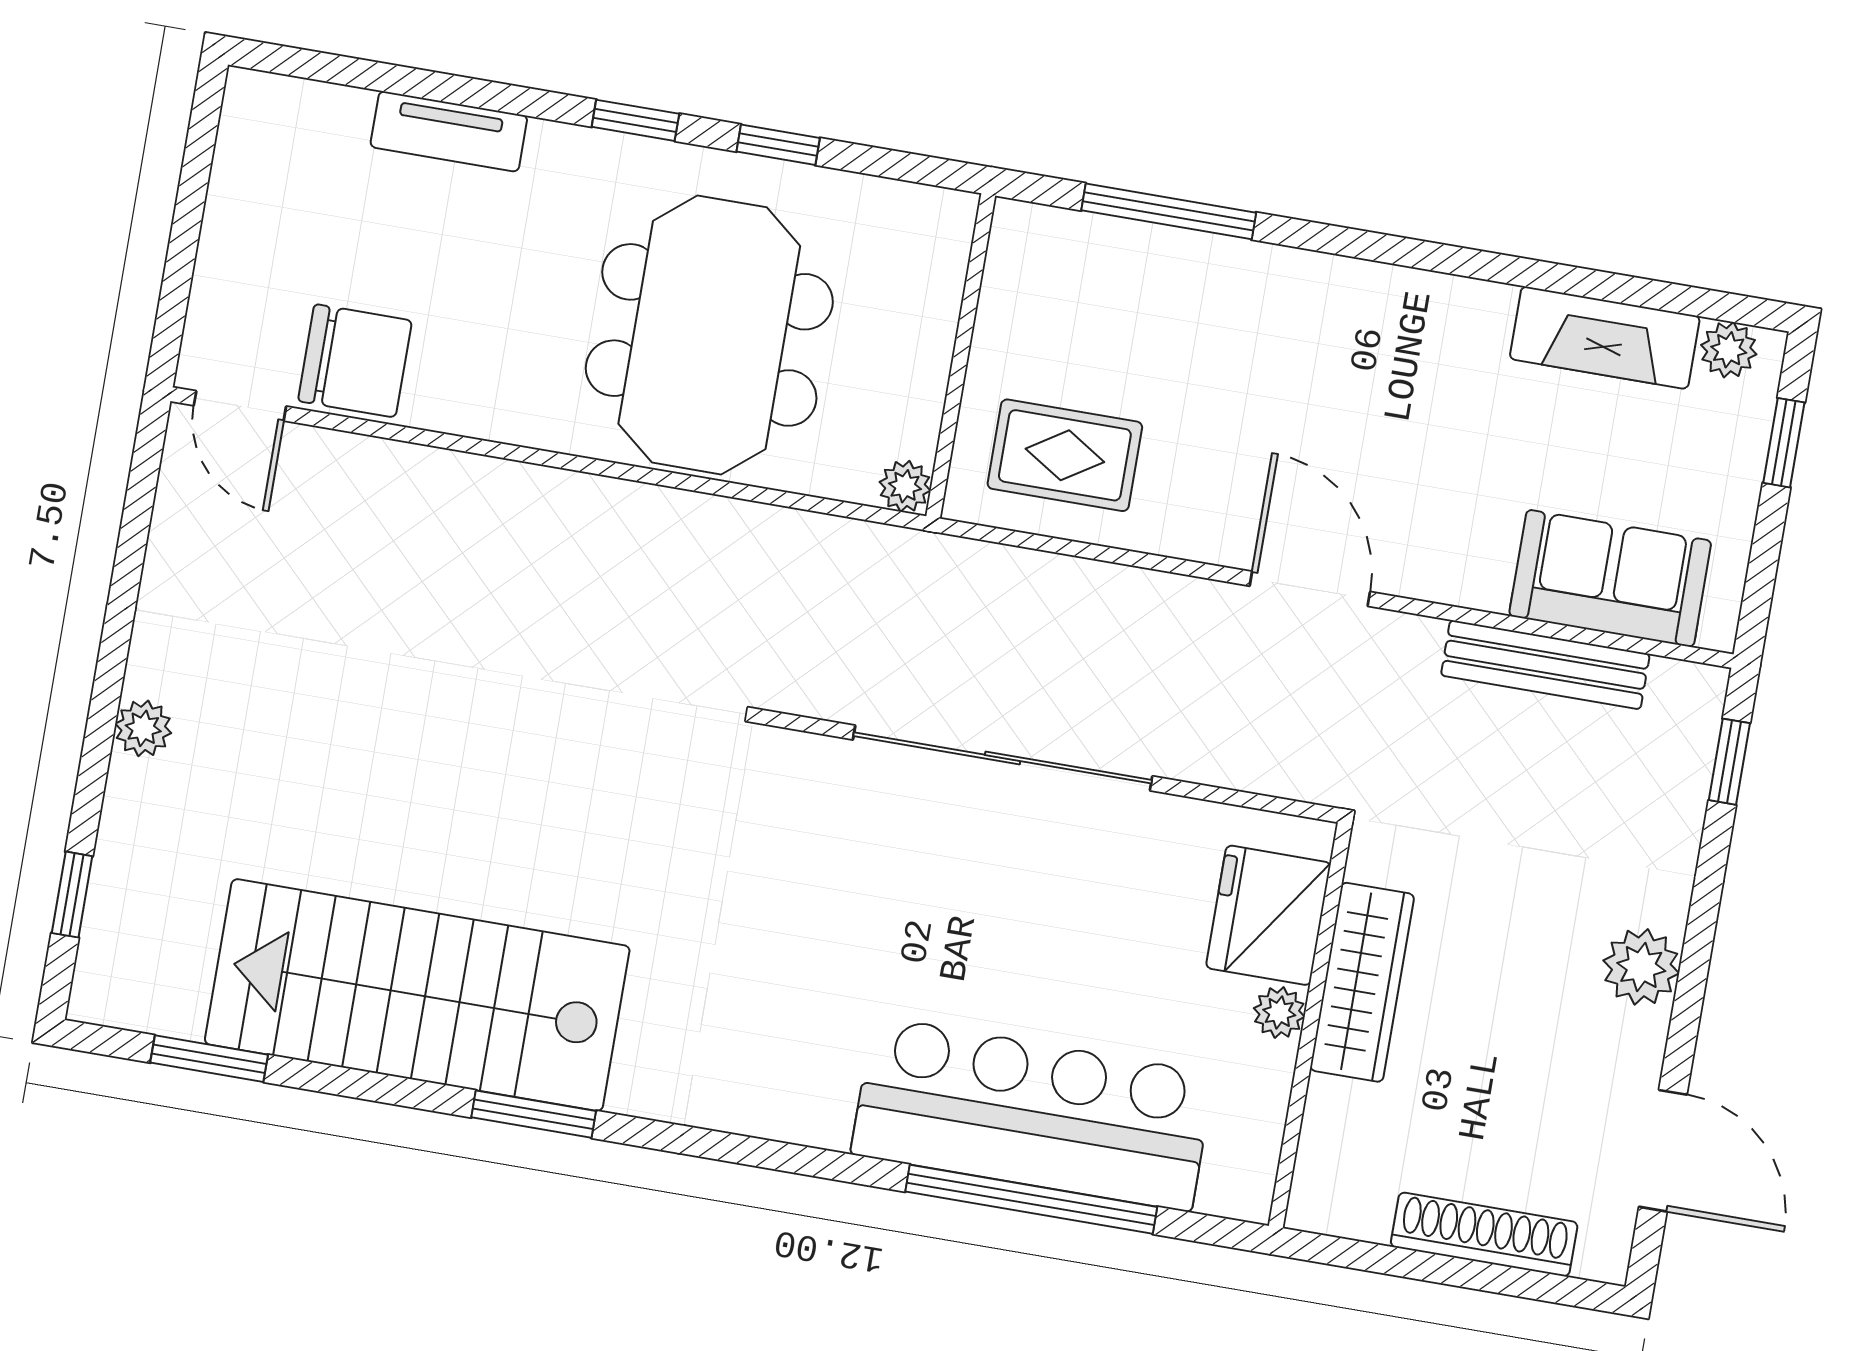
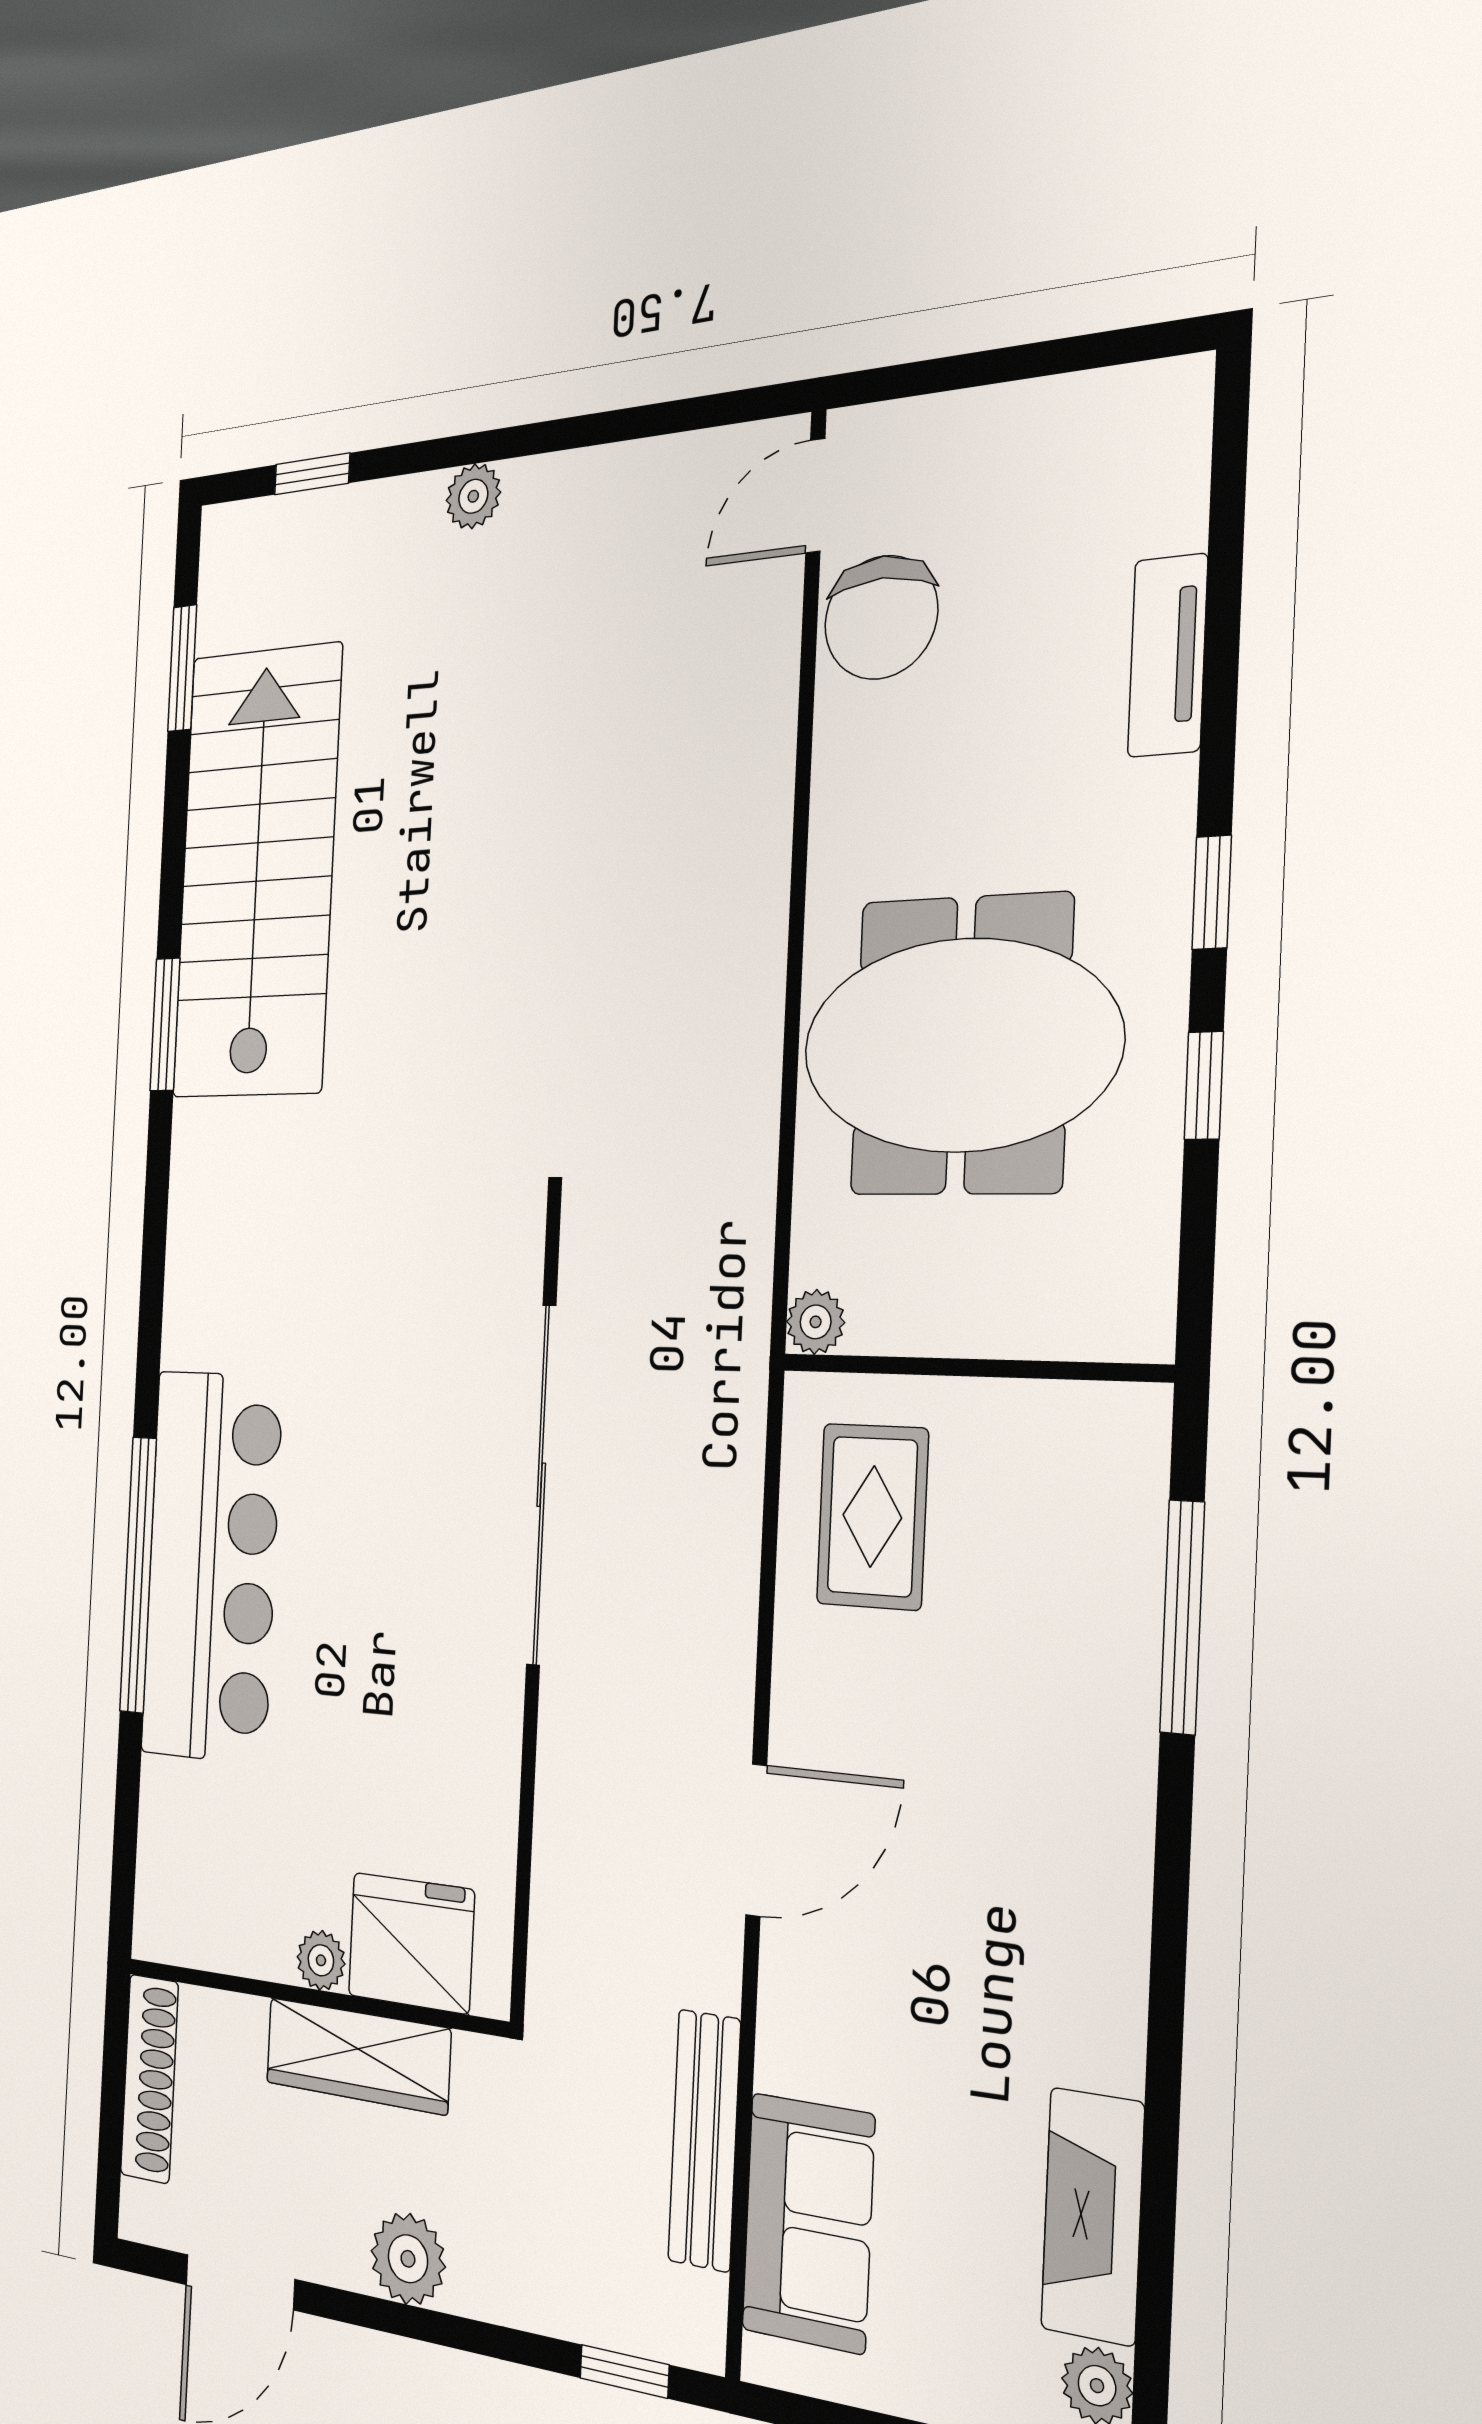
fridge: (1268, 915) -> (411, 1943), moved
wardrobe: (1362, 982) -> (358, 2056), moved
plant: (1279, 1013) -> (321, 1960), moved
wall: (1310, 1025) -> (312, 1997), moved

